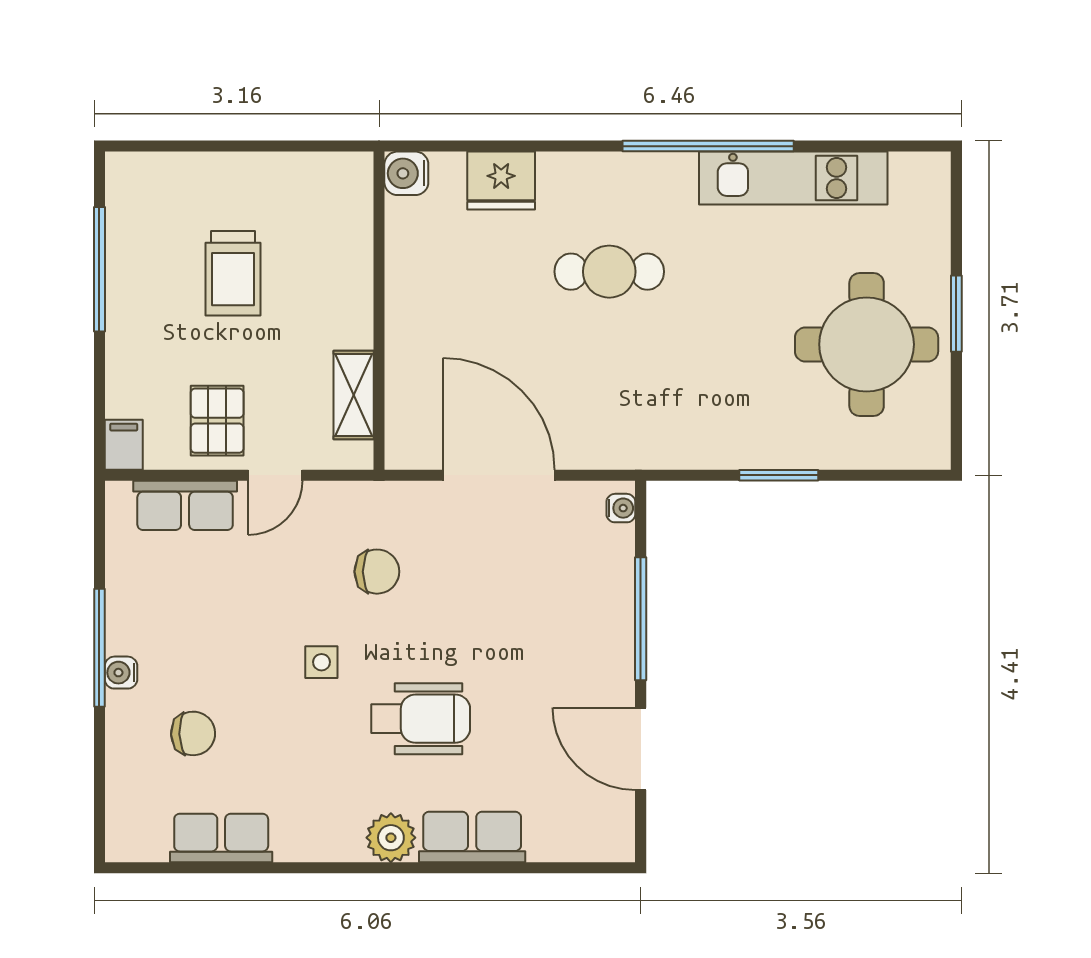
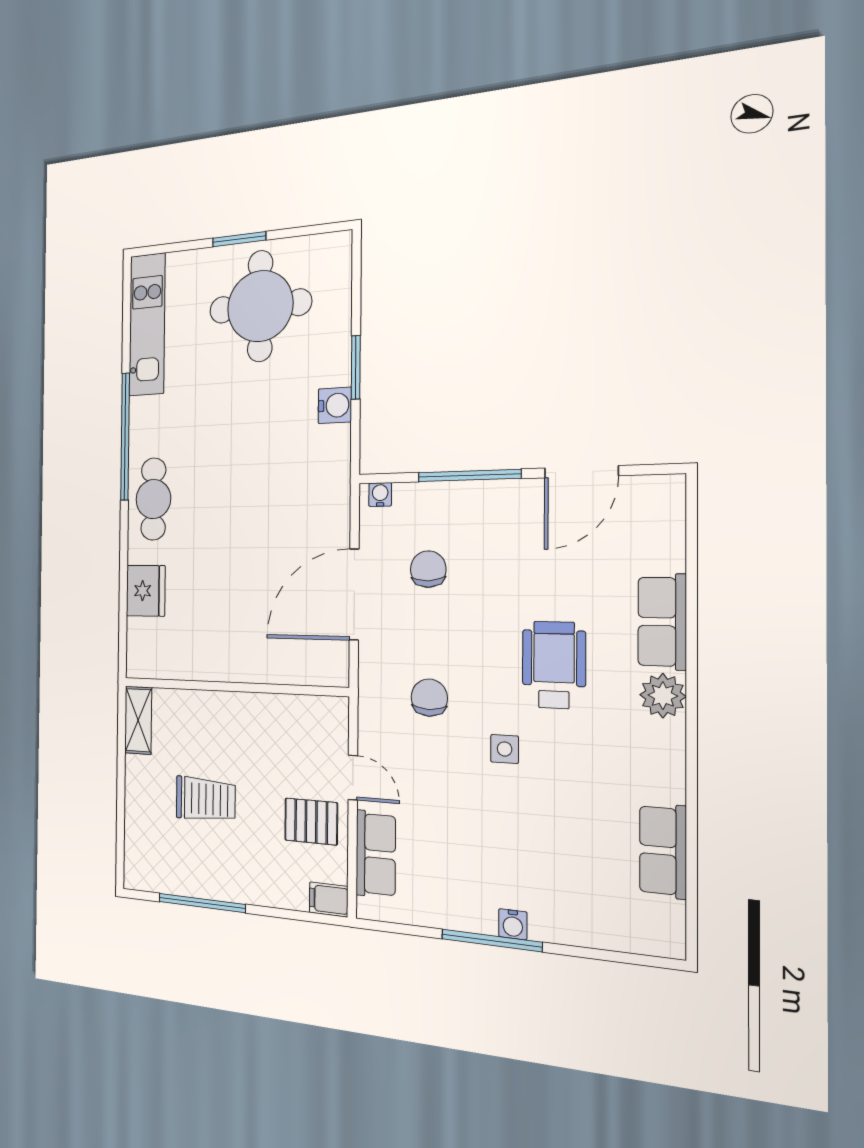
water cooler: (406, 173) -> (335, 405), moved, turned -90
kitchen unit: (793, 178) -> (147, 325), moved
cafe table: (609, 272) -> (153, 499), moved
shelving: (354, 395) -> (138, 720), moved, turned 90
chair: (193, 733) -> (428, 569), moved

